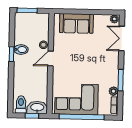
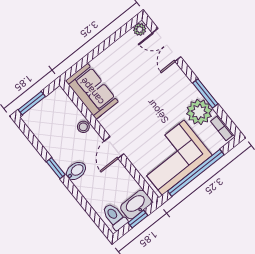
sofa: (76, 23) -> (92, 91), moved, turned -90
bidet: (21, 50) -> (76, 171), moved
door: (51, 58) -> (114, 147), moved
plant: (113, 91) -> (199, 112), width x1.88, depth x1.88

